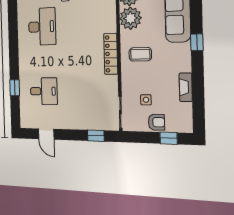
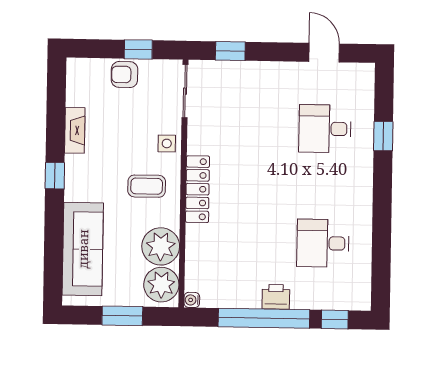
desk: (42, 27) -> (323, 243), width x0.73
window: (197, 42) -> (55, 176), moved
side table: (146, 100) -> (167, 143), moved
window: (169, 138) -> (138, 49), moved

